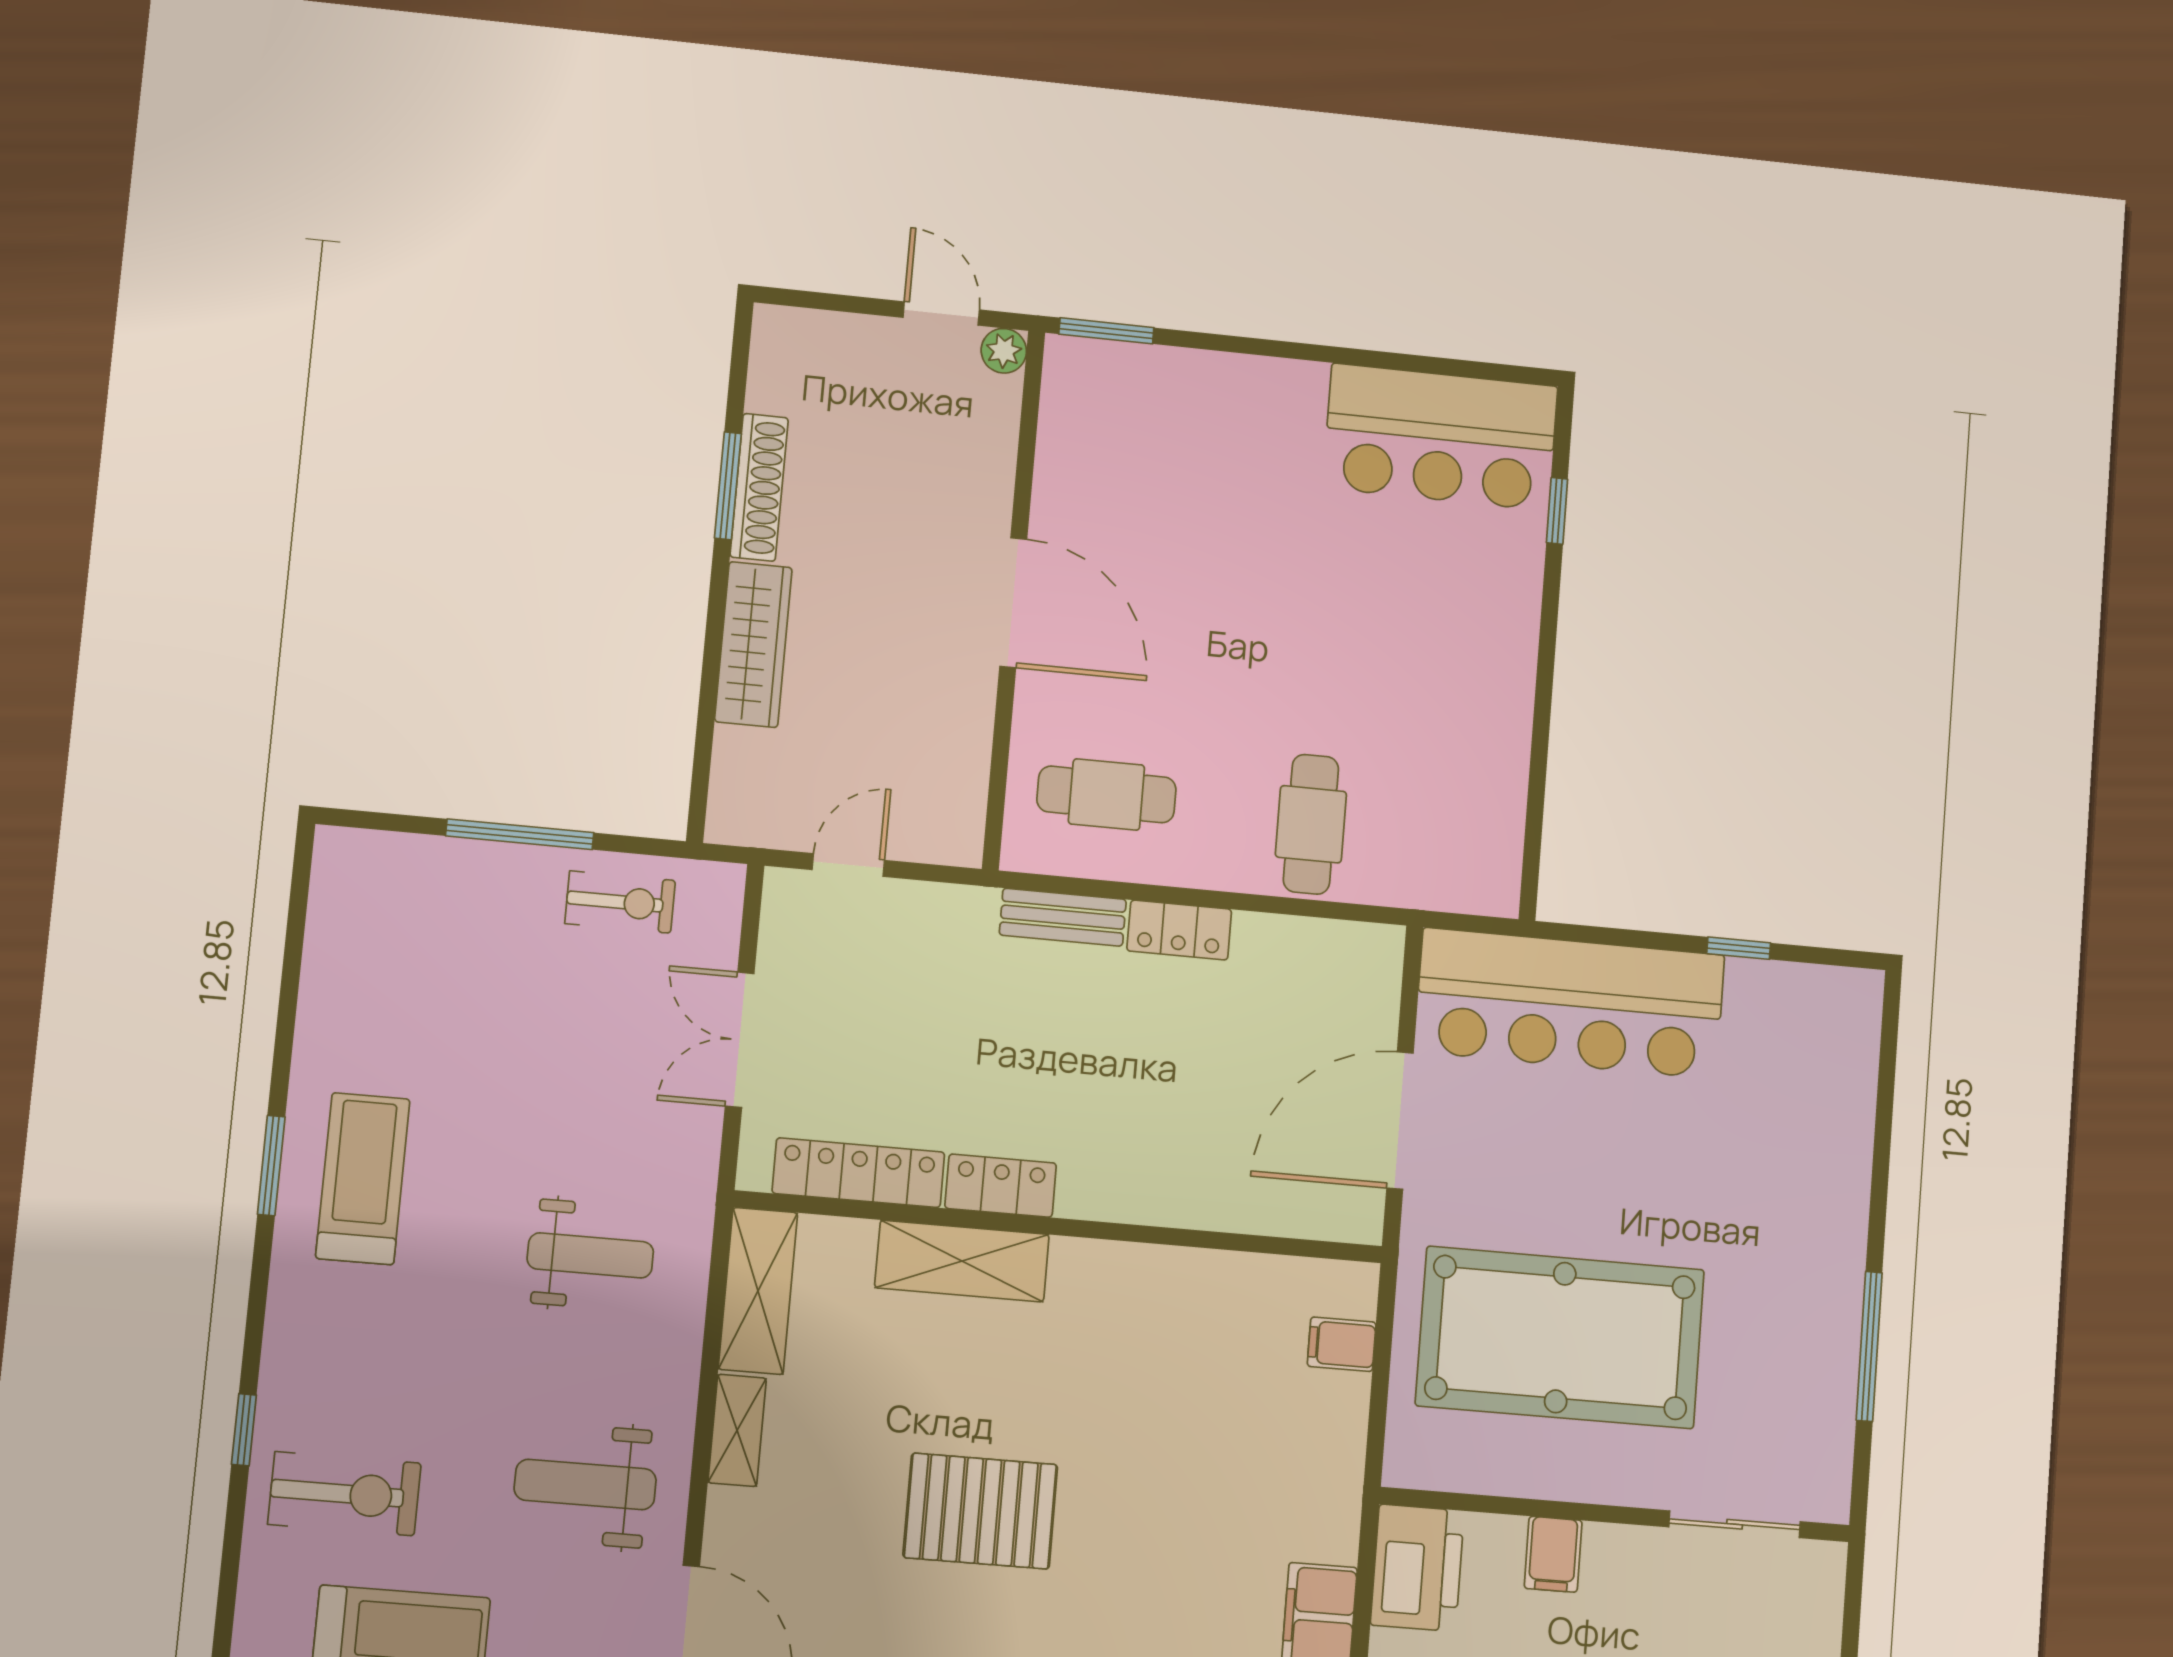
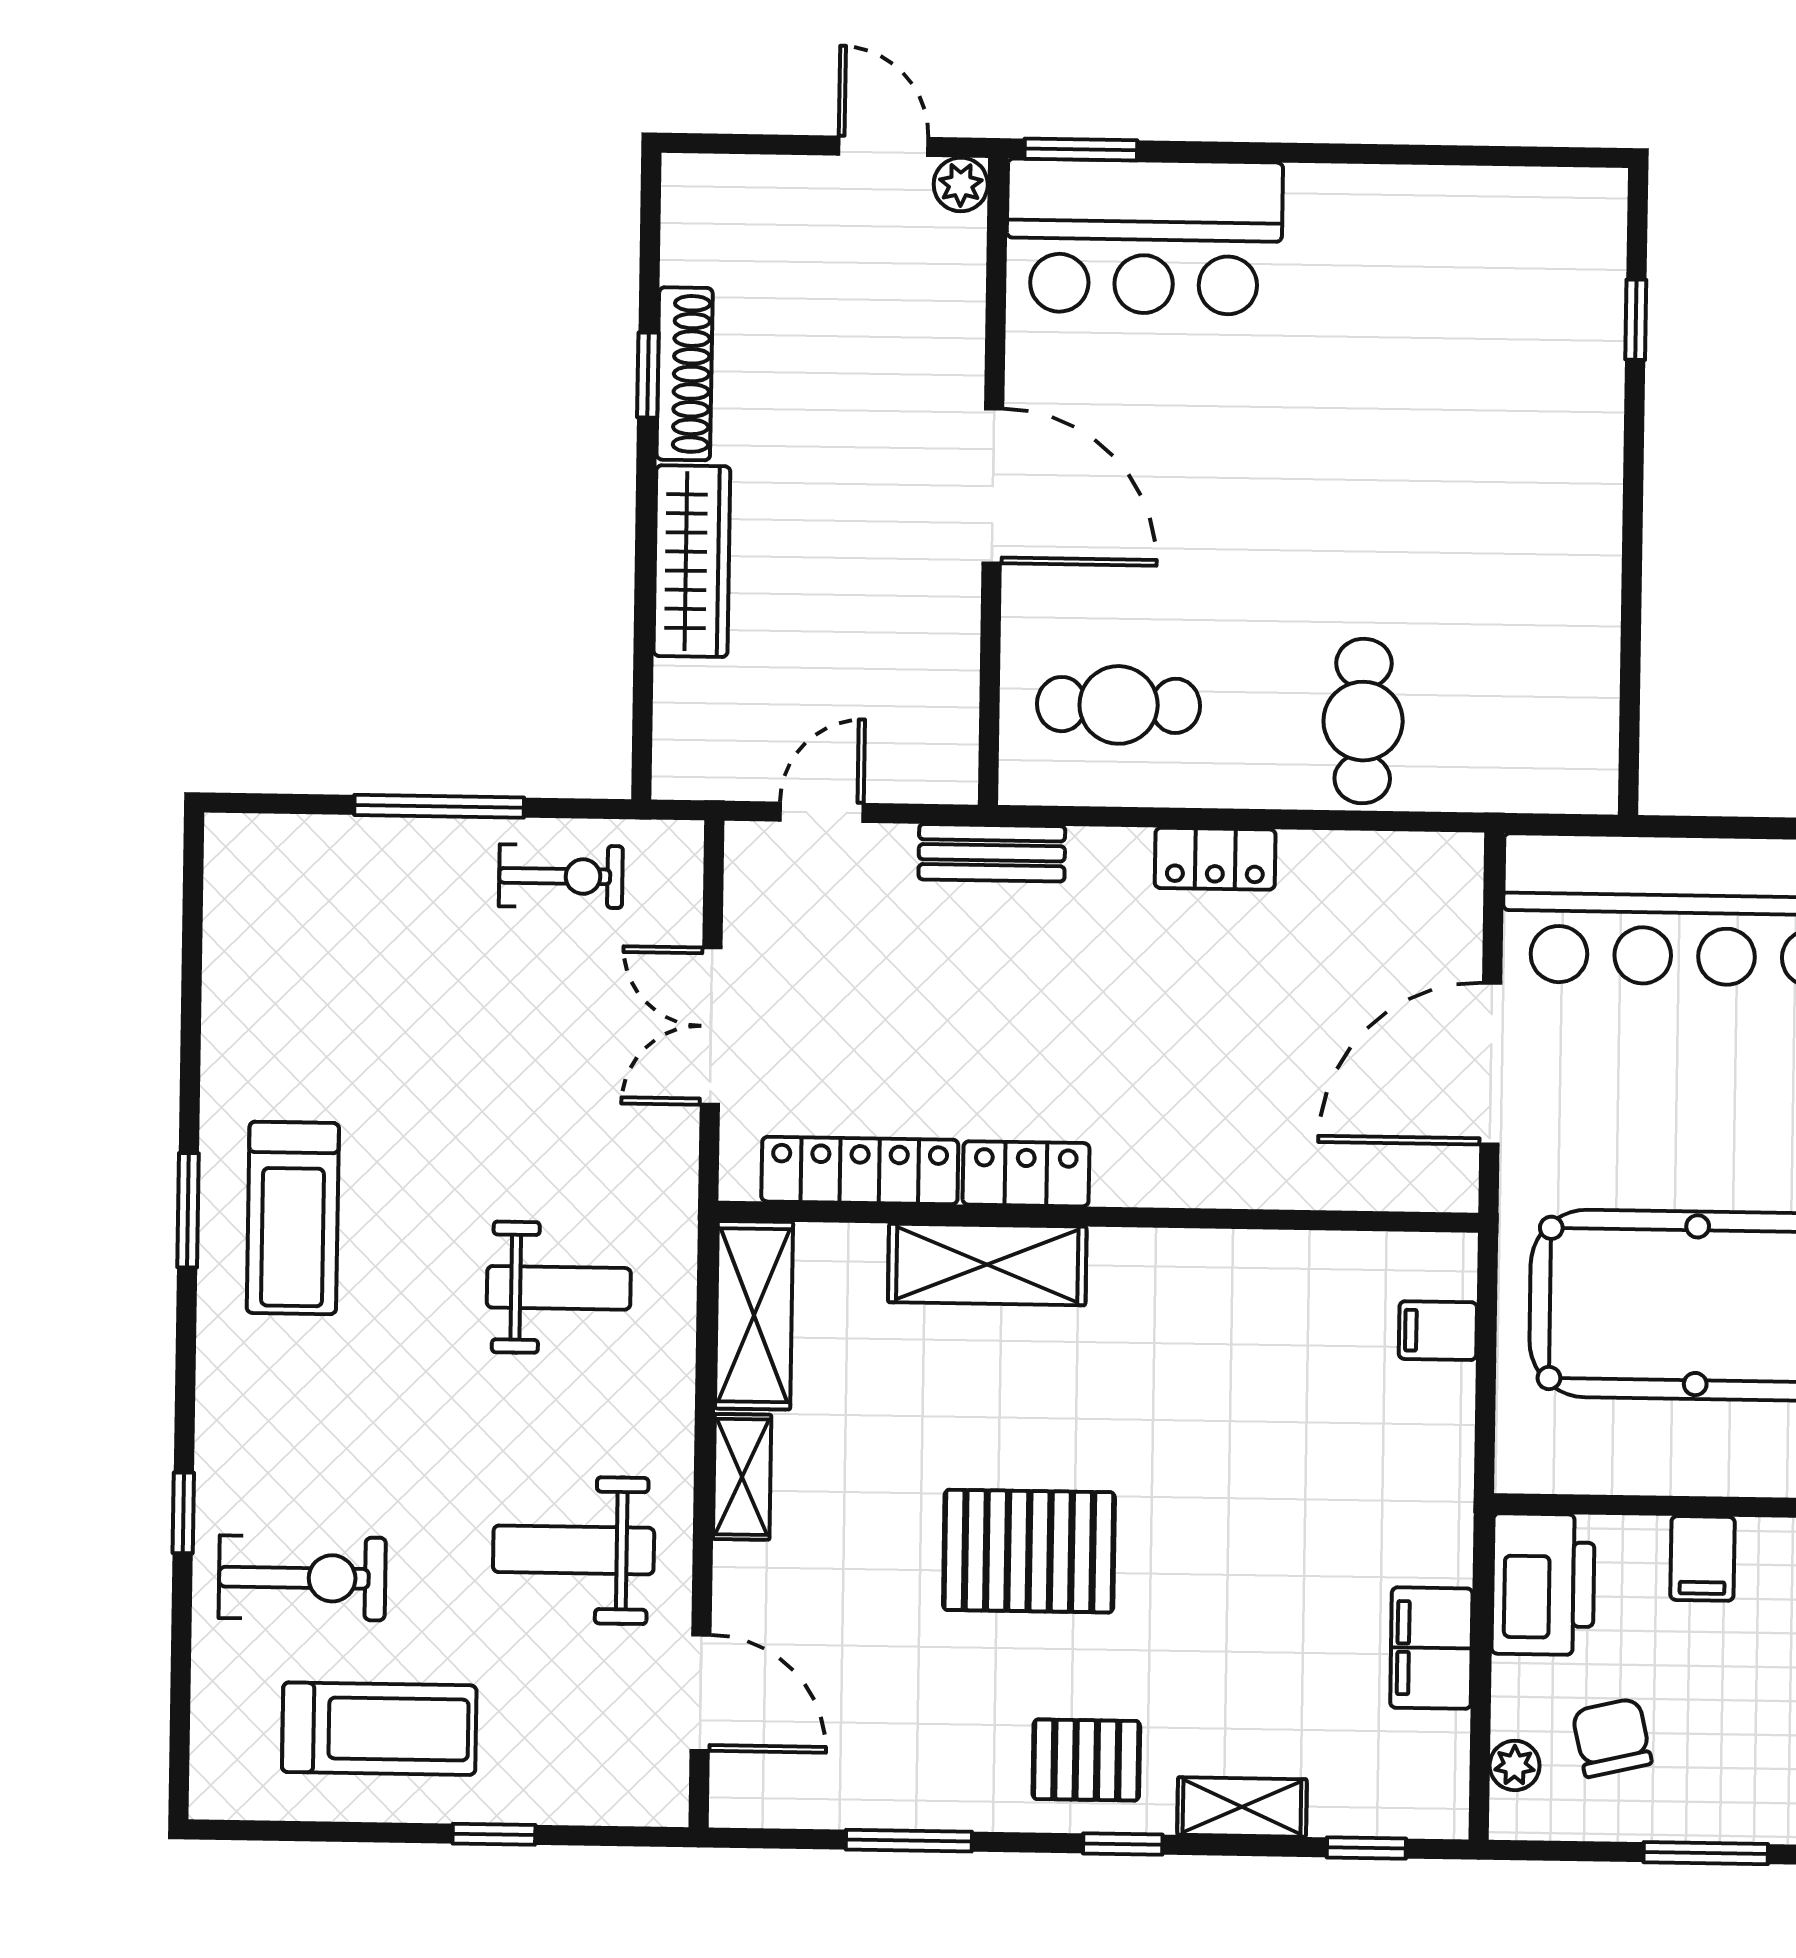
bar counter: (1440, 437) -> (1144, 237), moved
window: (728, 486) -> (648, 375), width x0.67
bench: (1063, 917) -> (992, 853), moved
treadmill: (363, 1179) -> (293, 1218), turned 180

